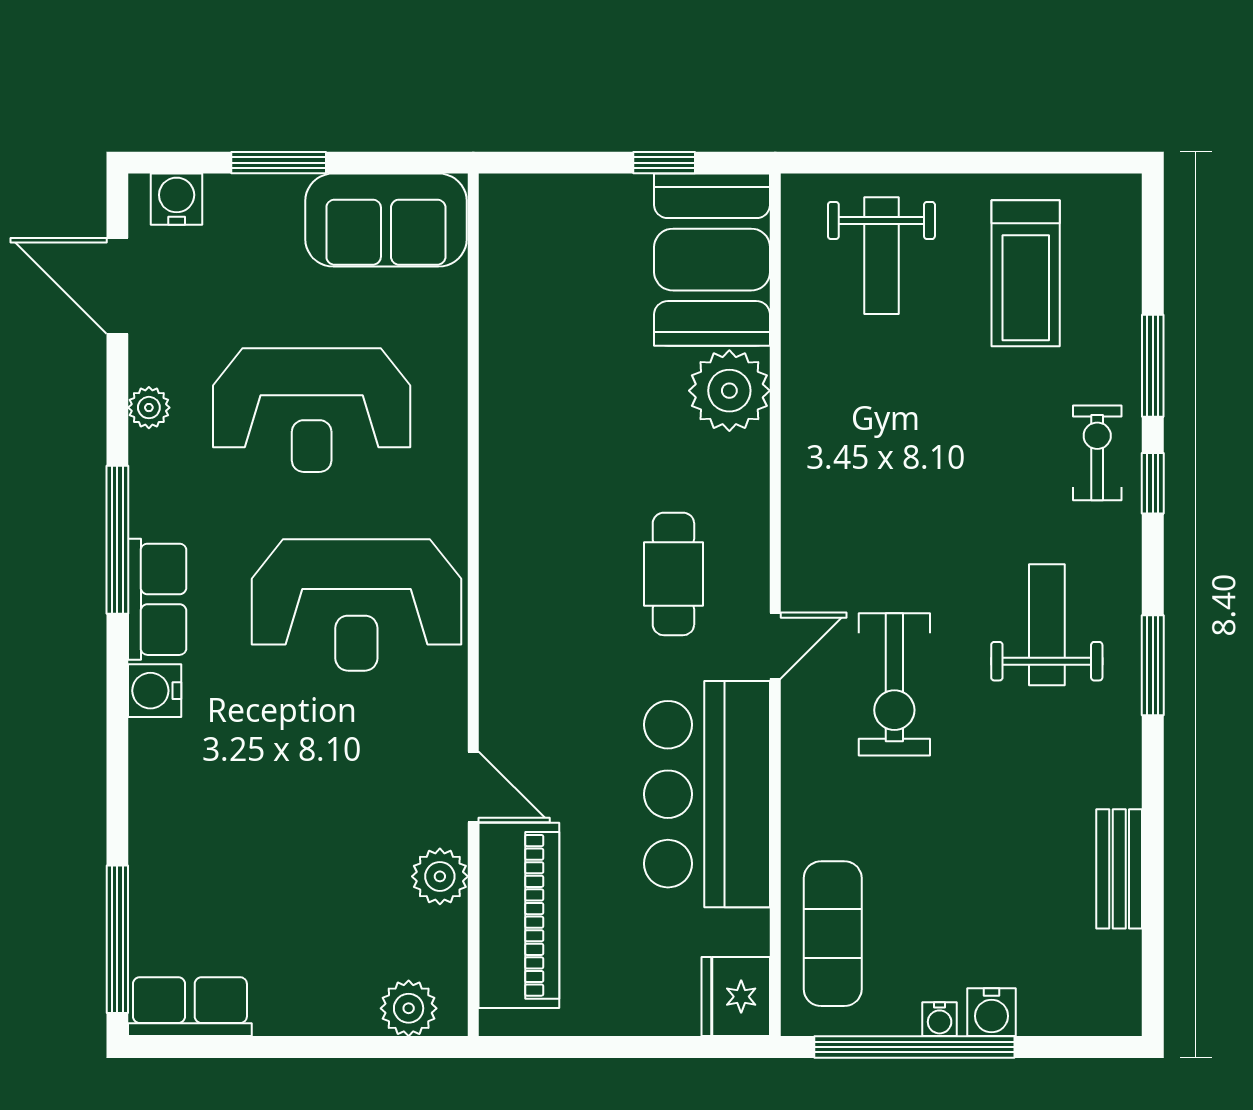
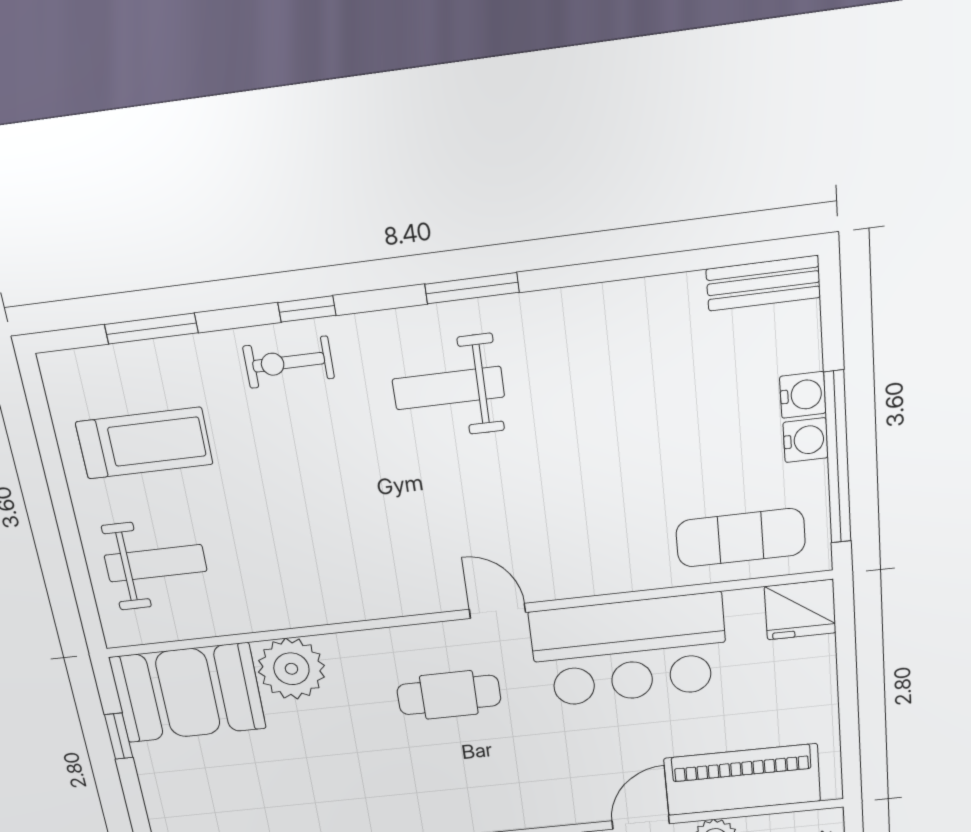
window: (1153, 366) -> (151, 329), moved
exercise bike: (894, 684) -> (518, 511), removed
bench: (1119, 869) -> (763, 283), moved
water cooler: (940, 1019) -> (805, 440), width x1.38, depth x1.38

